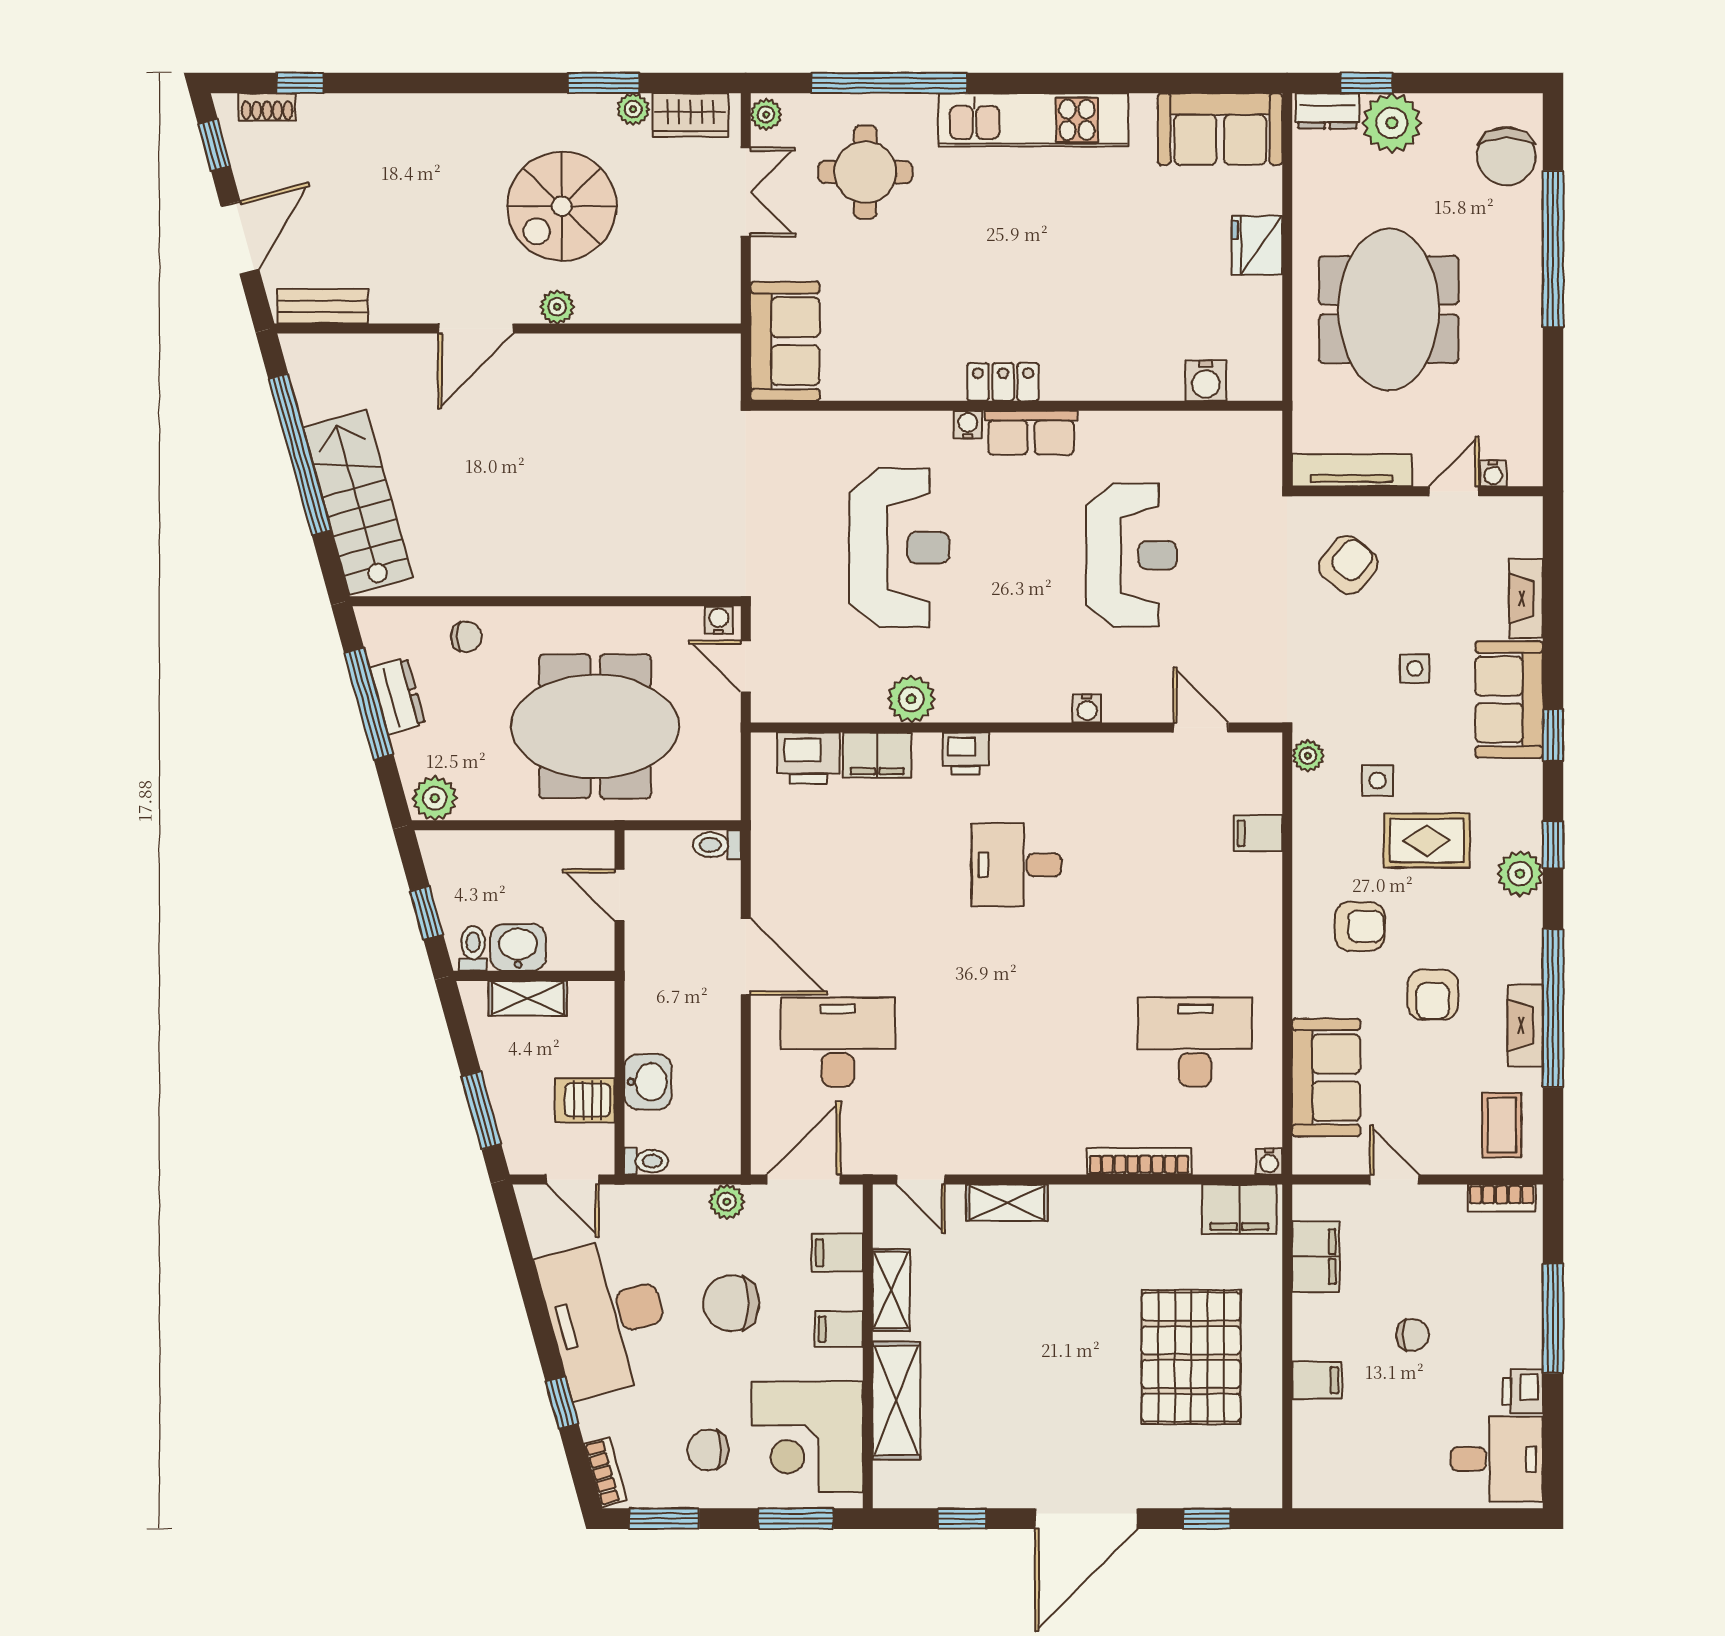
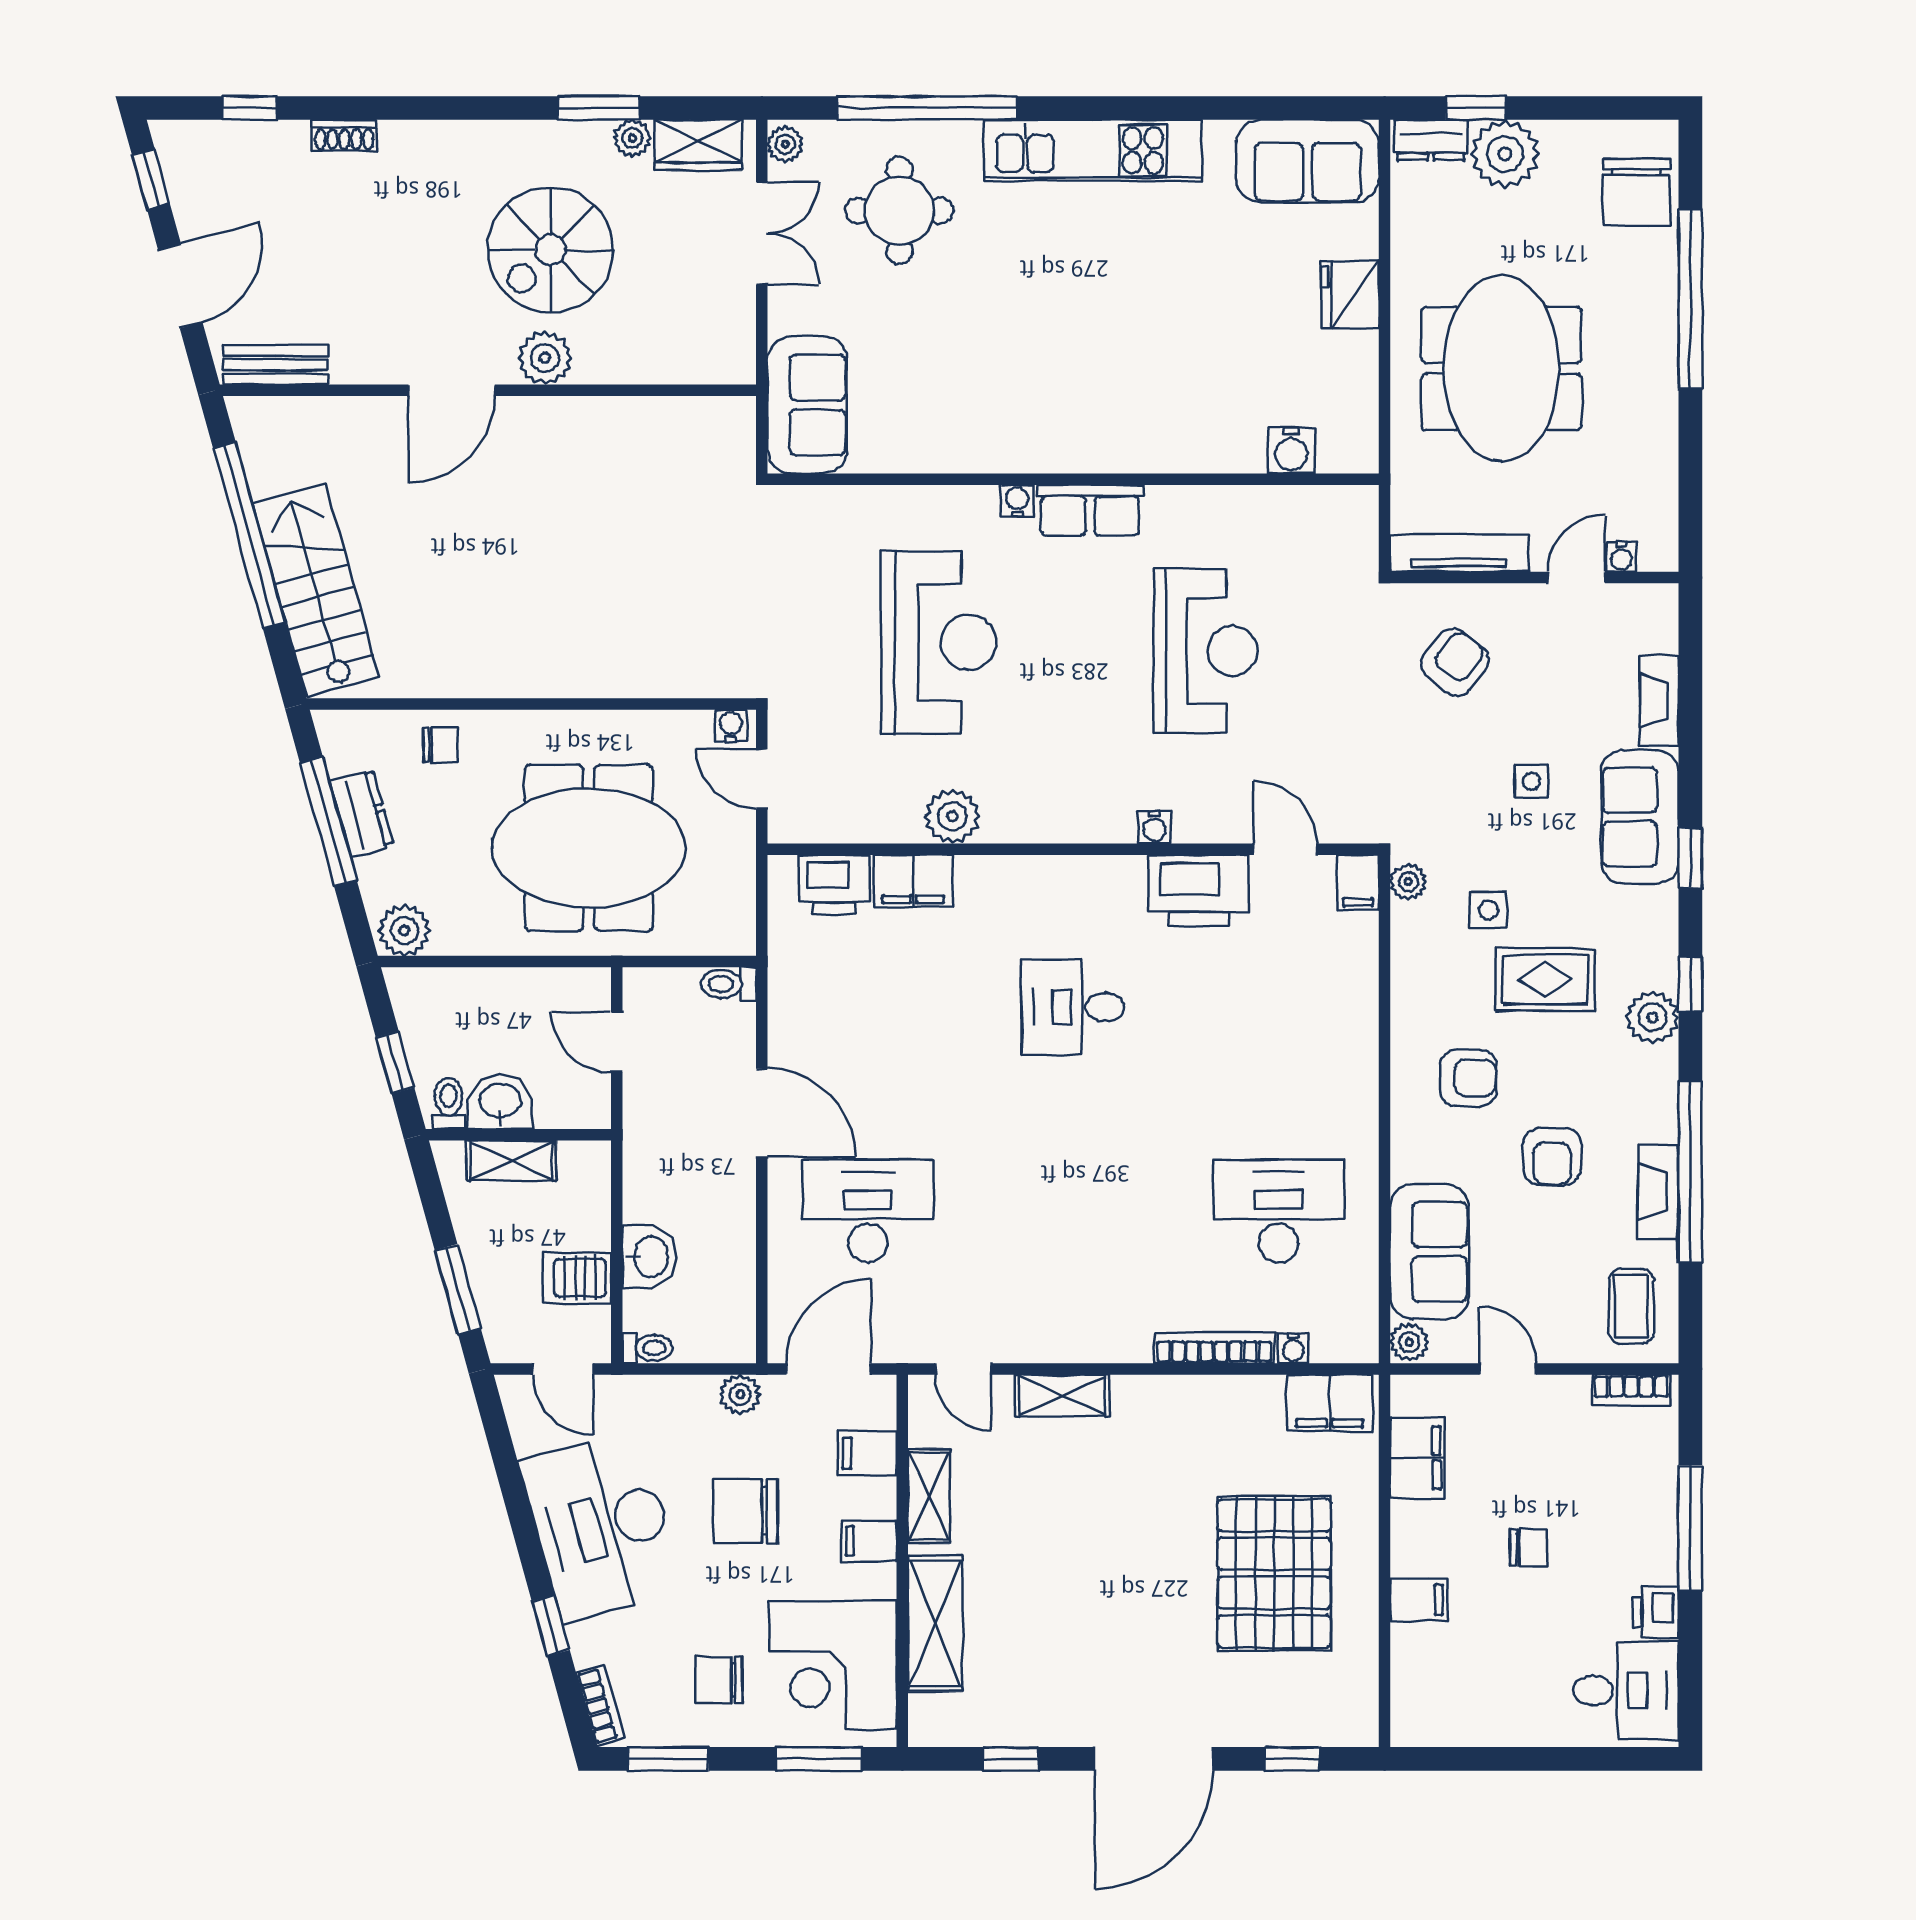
shoe rack: (267, 107) -> (344, 135), moved
plant: (557, 307) -> (545, 358), width x1.38, depth x1.38
locker: (1003, 382) -> (1058, 452), removed
printer: (966, 753) -> (1199, 891), moved, width x1.87, depth x1.48
filing cabinet: (1258, 833) -> (1358, 883), moved, turned -90
plant: (1309, 1156) -> (1409, 1342), added
water cooler: (1269, 1161) -> (1293, 1348), moved

